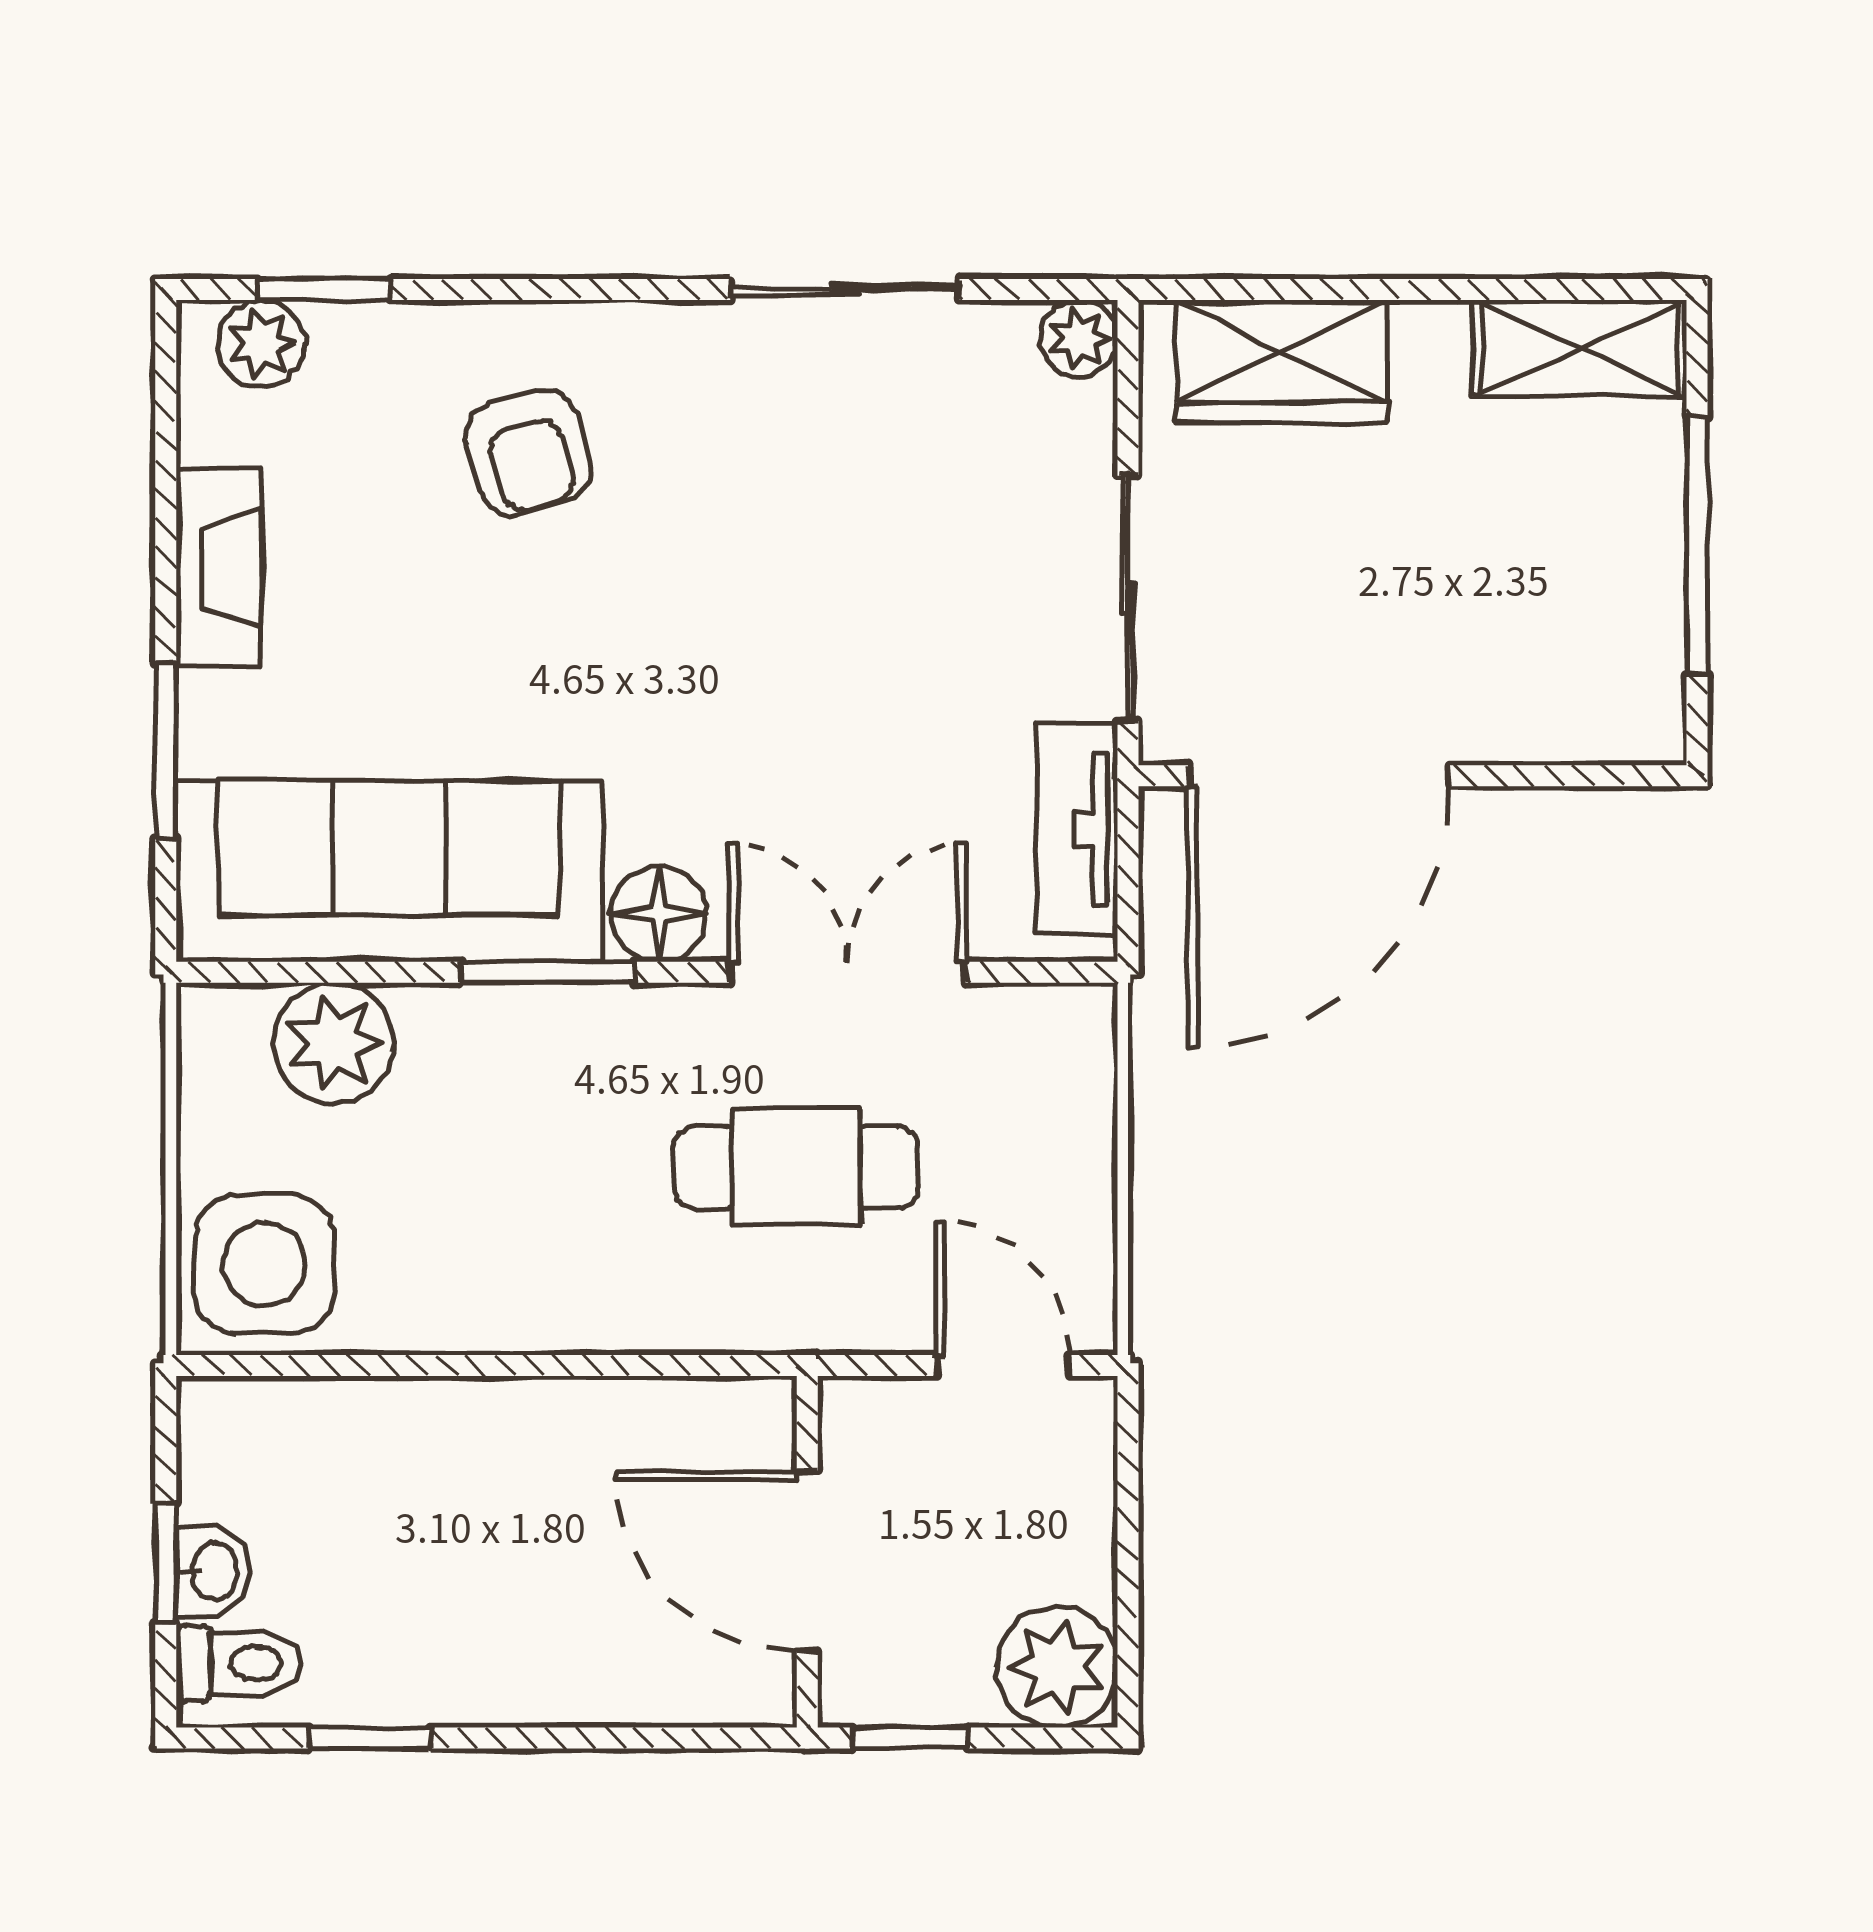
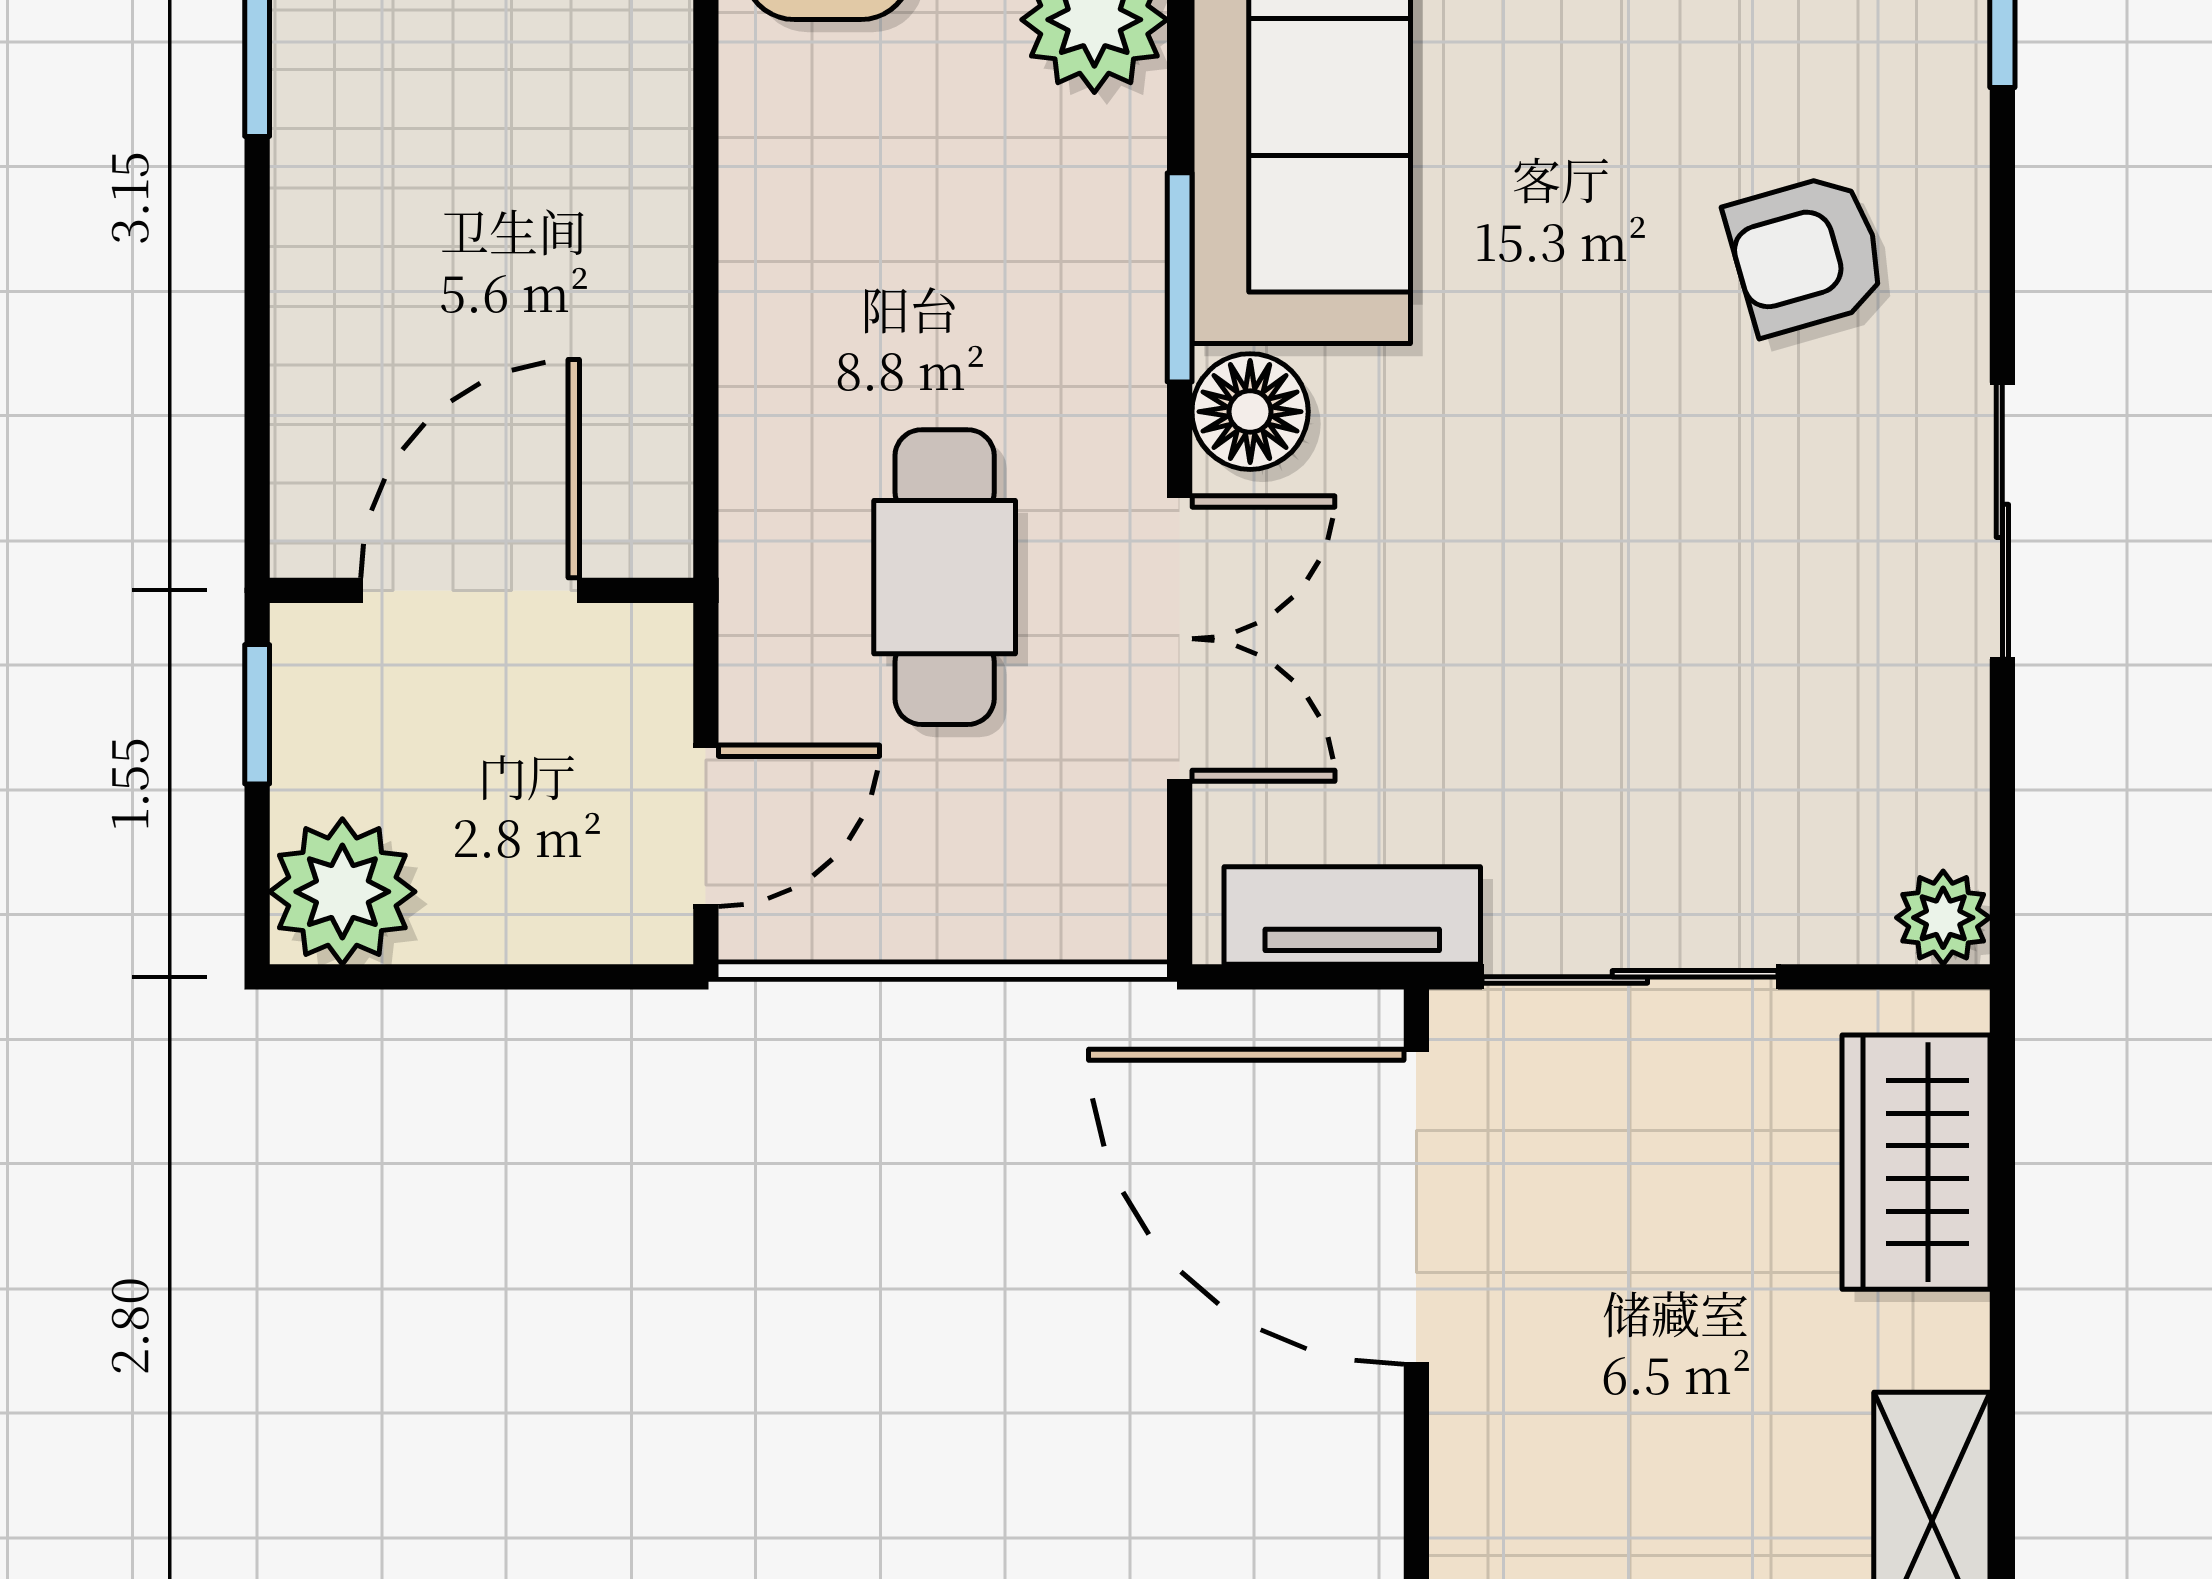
sliding door: (845, 289) -> (2002, 521), moved

